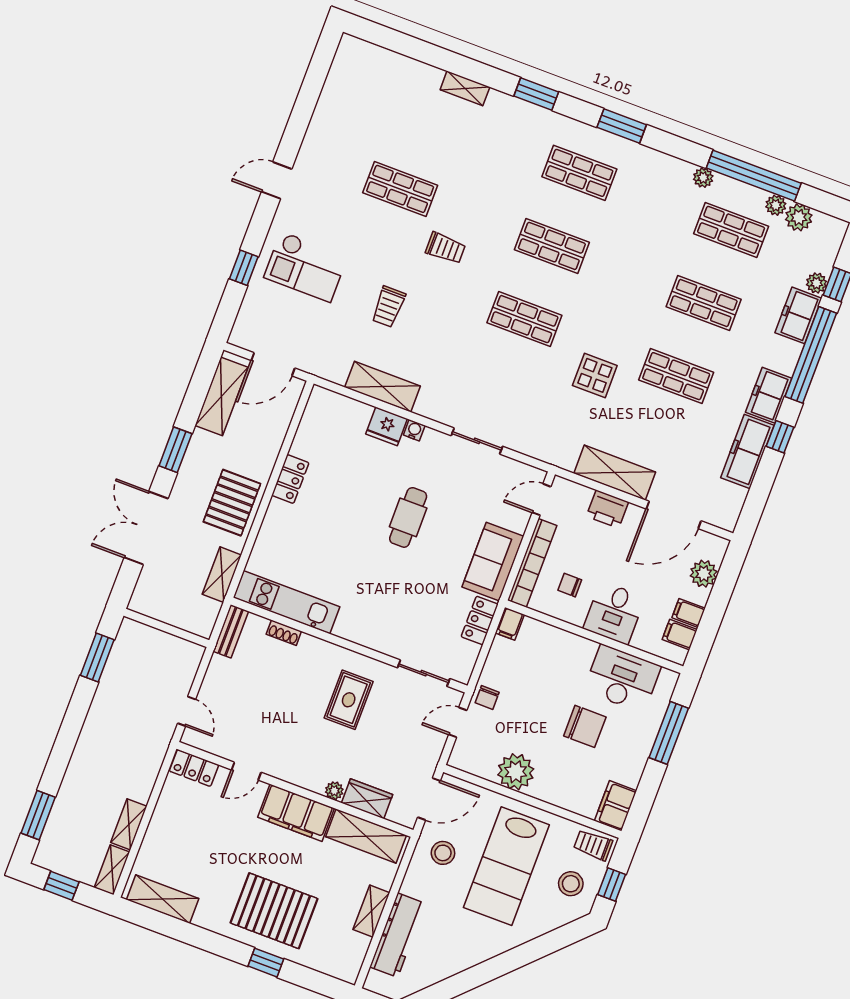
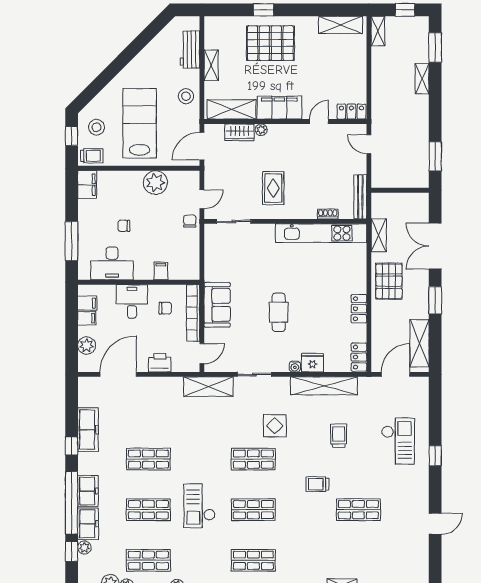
door: (277, 180) -> (435, 524), moved
checkout: (306, 267) -> (398, 441), turned 90
window: (244, 268) -> (435, 456), moved
checkout: (628, 281) -> (200, 506), added
display table: (595, 375) -> (275, 426), moved
shelving: (383, 387) -> (324, 386), width x1.47
freezer: (769, 395) -> (88, 491), moved
shelving: (615, 473) -> (208, 387), moved
double door: (146, 528) -> (435, 246), swing flipped
kitchen unit: (286, 602) -> (321, 233), width x1.36
locker: (480, 620) -> (359, 357), moved, turned 180
filing cabinet: (510, 624) -> (161, 271), moved
bench: (231, 631) -> (360, 197), width x1.36
chair: (585, 726) -> (124, 226), width x0.54, depth x0.54
shelving: (129, 824) -> (422, 79), moved
stool: (443, 853) -> (186, 96), moved
workbench: (398, 935) -> (190, 50), width x0.73

